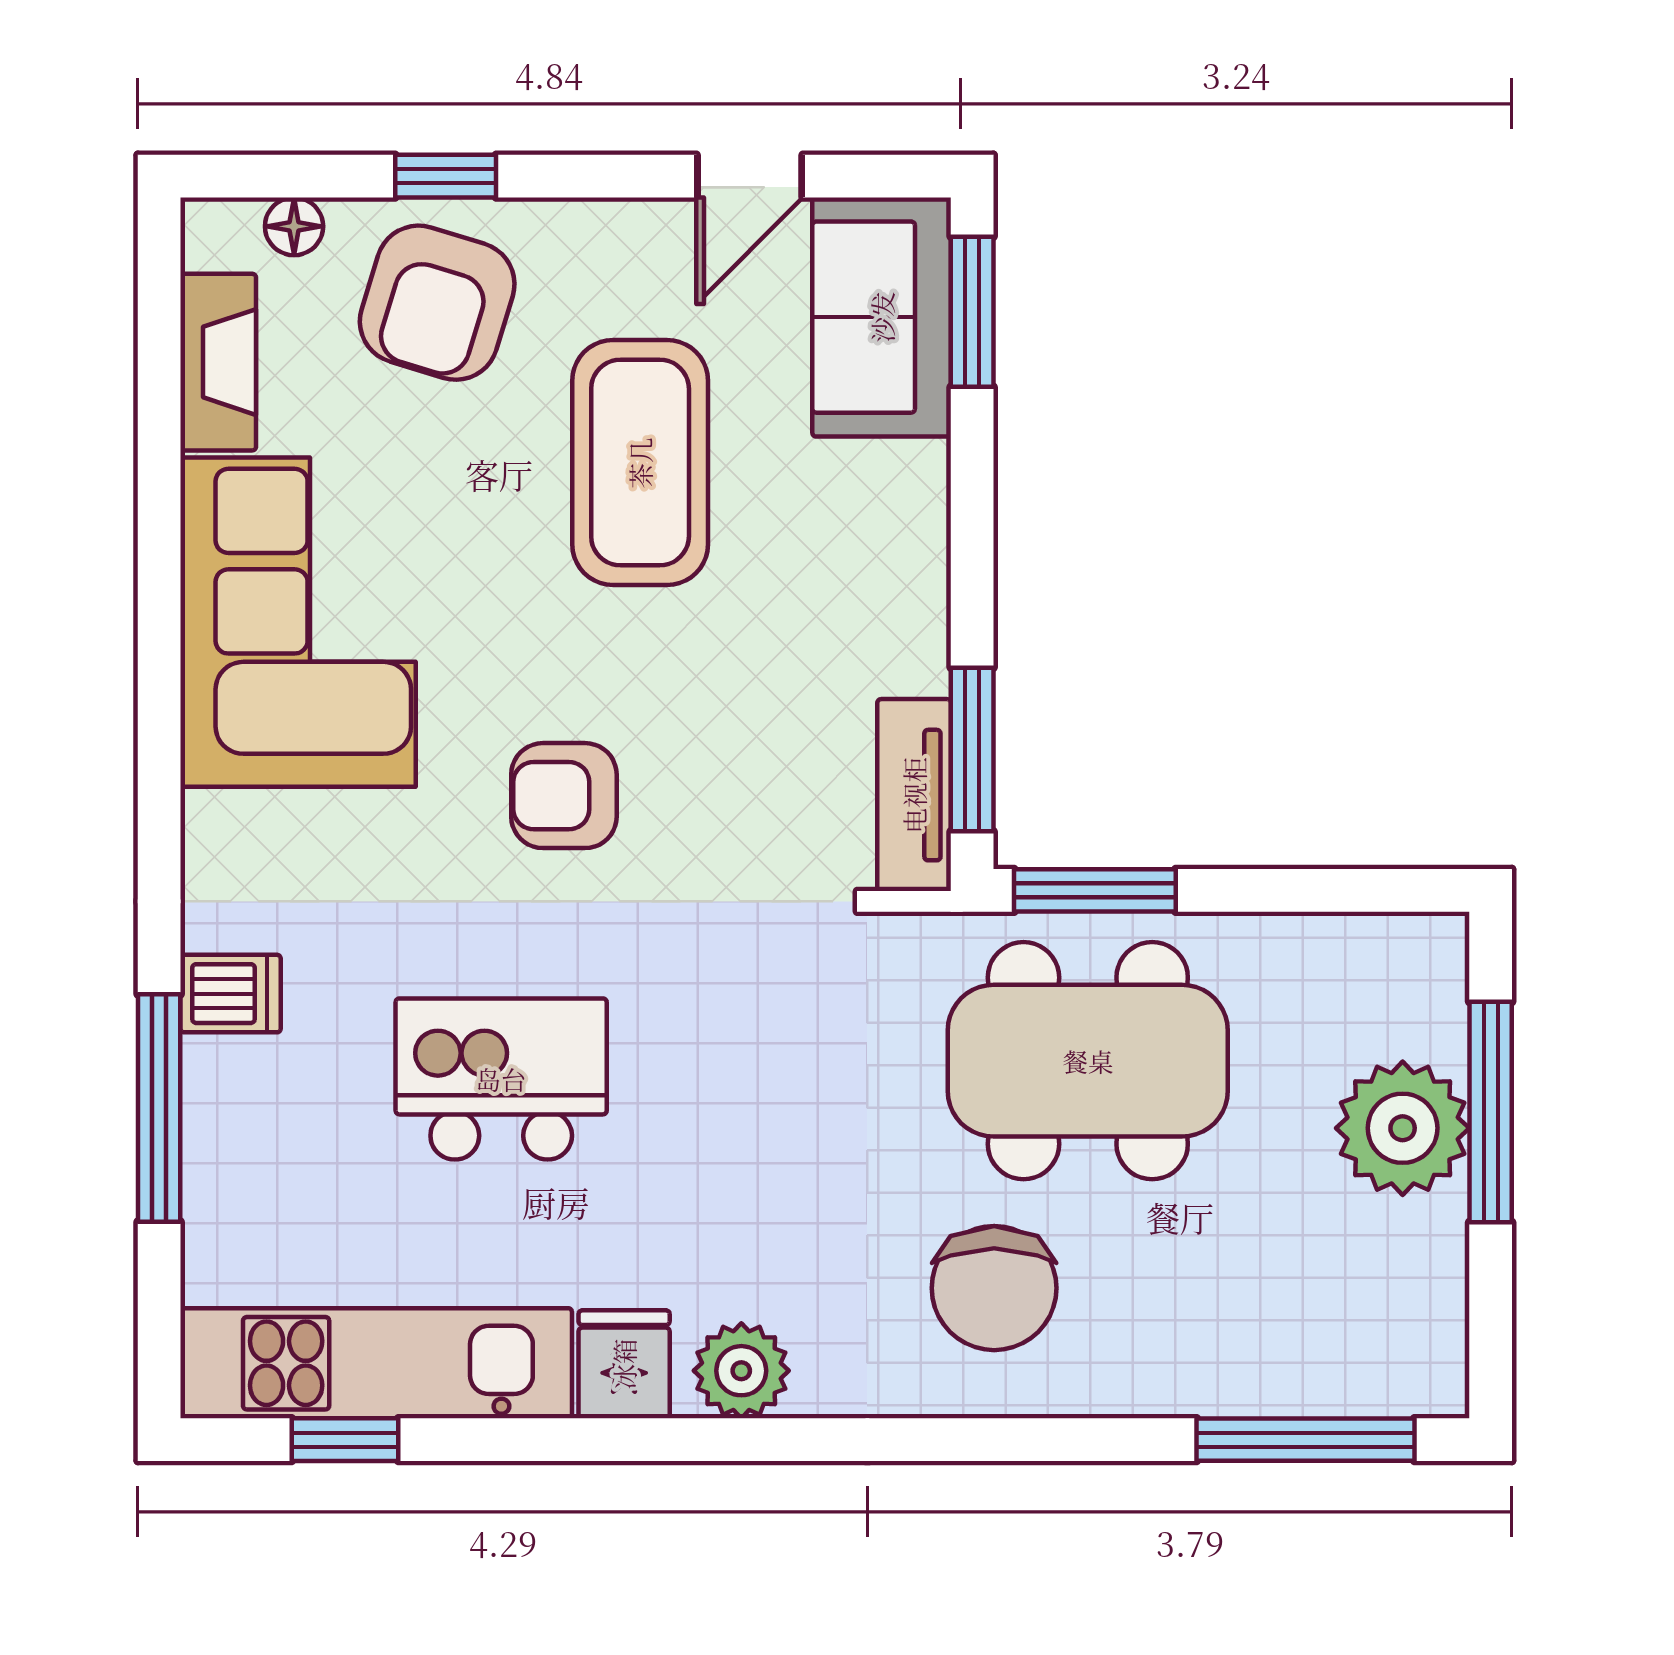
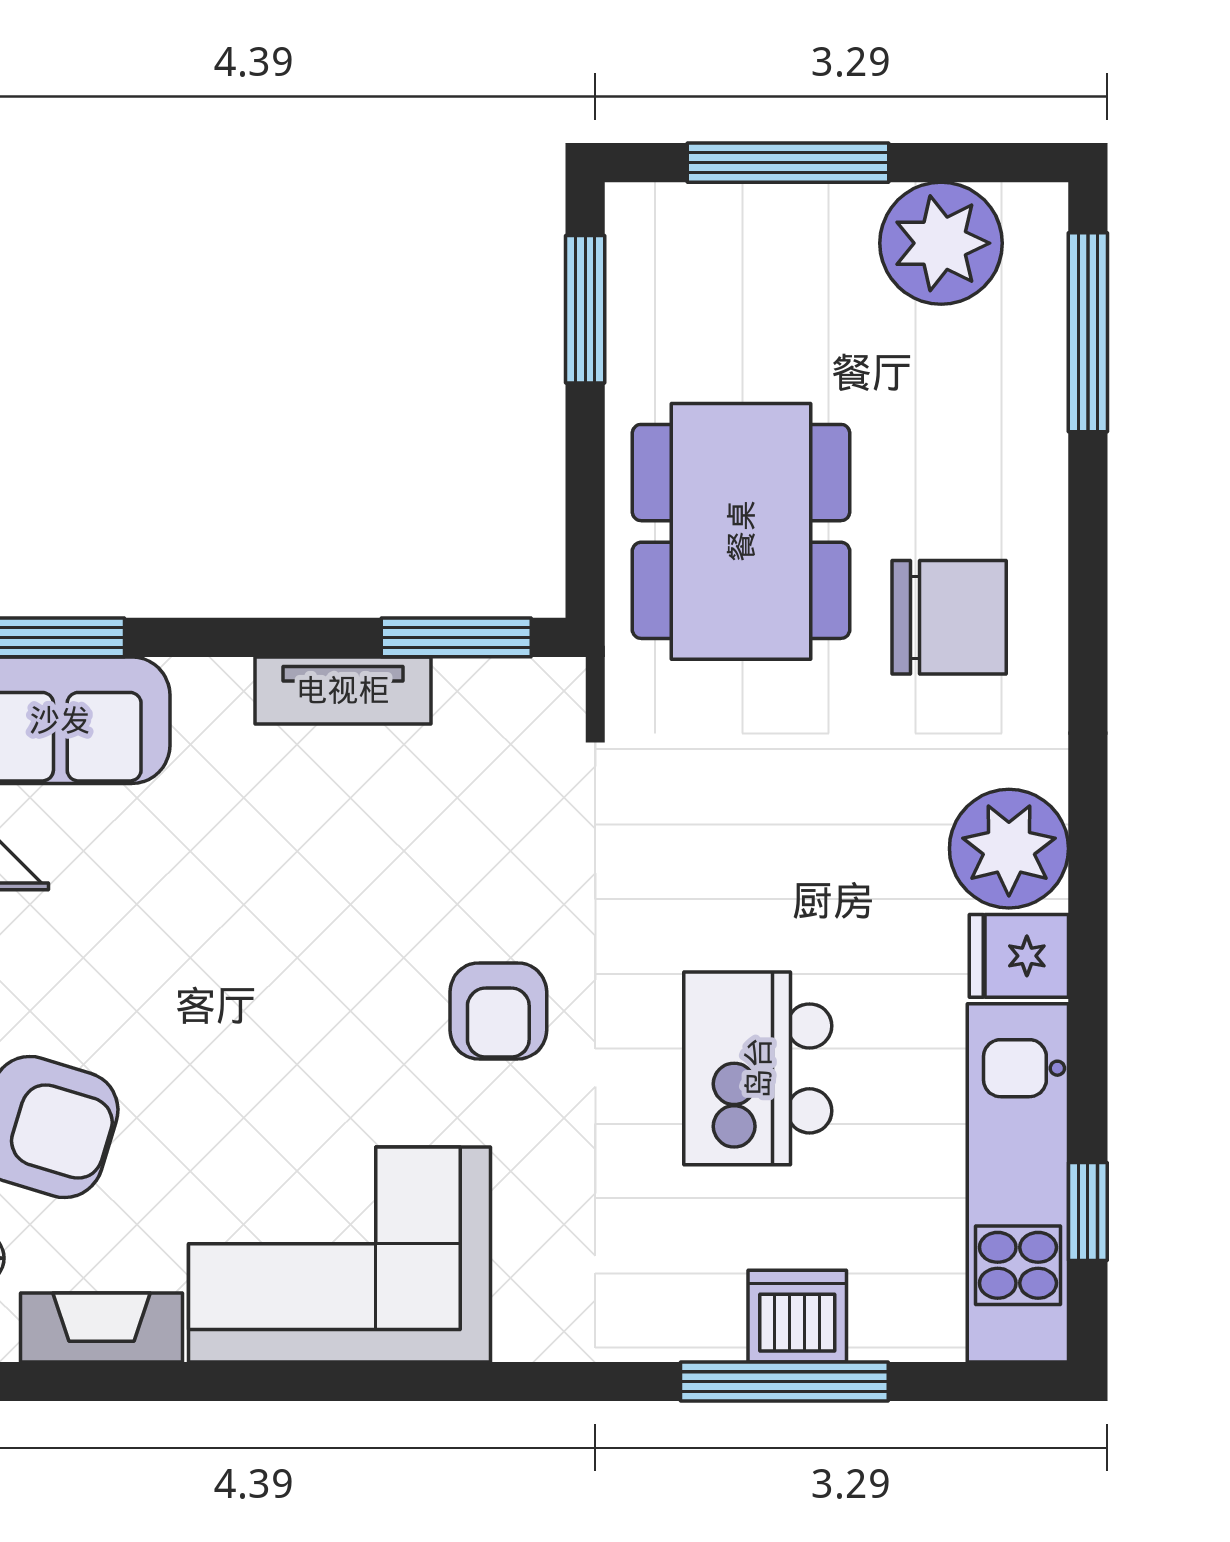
coffee table: (640, 463) -> (193, 941), removed
tv unit: (914, 795) -> (343, 690), moved
window: (1095, 890) -> (585, 309), moved
dishwasher: (231, 994) -> (797, 1316), moved, width x1.38
plant: (1403, 1128) -> (941, 243), moved
plant: (741, 1371) -> (1009, 849), width x1.36, depth x1.36

